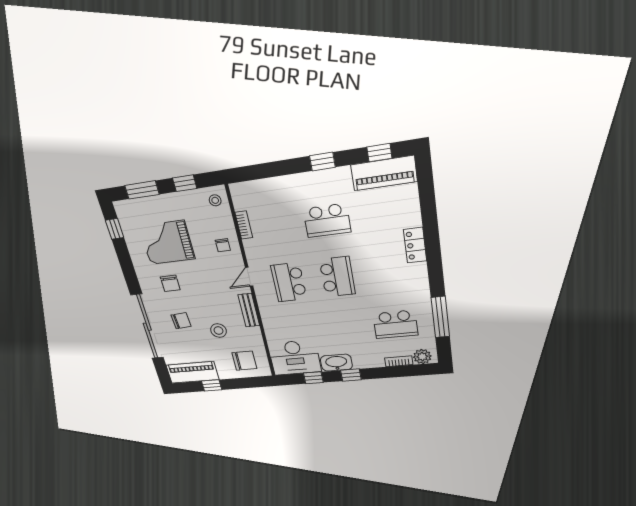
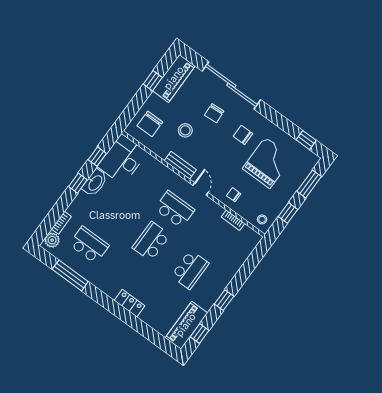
school desk: (327, 220) -> (190, 270), turned 180
school desk: (337, 277) -> (151, 241), turned 90
school desk: (395, 324) -> (89, 245), turned 90

